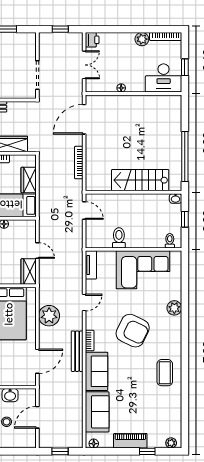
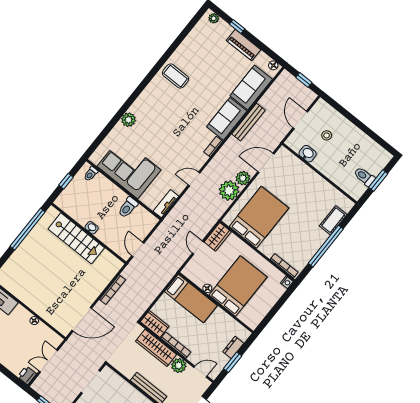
wardrobe: (29, 180) -> (155, 324), moved, turned -90
washbasin: (176, 198) -> (92, 228), moved
armchair: (133, 331) -> (174, 128), removed
plant: (46, 334) -> (243, 178), added
bench: (77, 351) -> (249, 122), moved
coffee table: (165, 373) -> (175, 76), turned 90
door: (37, 417) -> (300, 120), swing flipped

